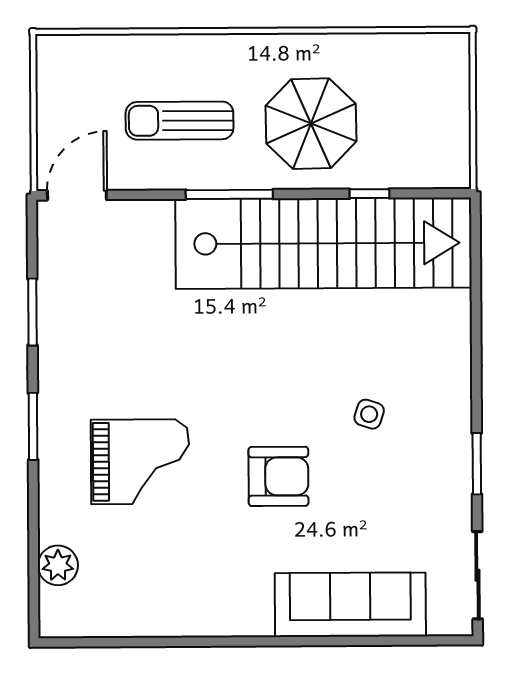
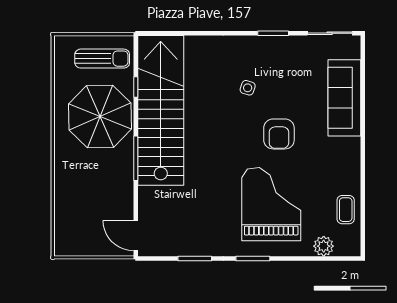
sun lounger: (180, 121) -> (102, 59), moved, turned -90
parasol: (311, 124) -> (100, 116), width x1.36, depth x1.36
grand piano: (140, 462) -> (271, 204), width x1.37, depth x1.48
armchair: (278, 476) -> (279, 134), turned 180
coffee table: (130, 609) -> (346, 210), added

